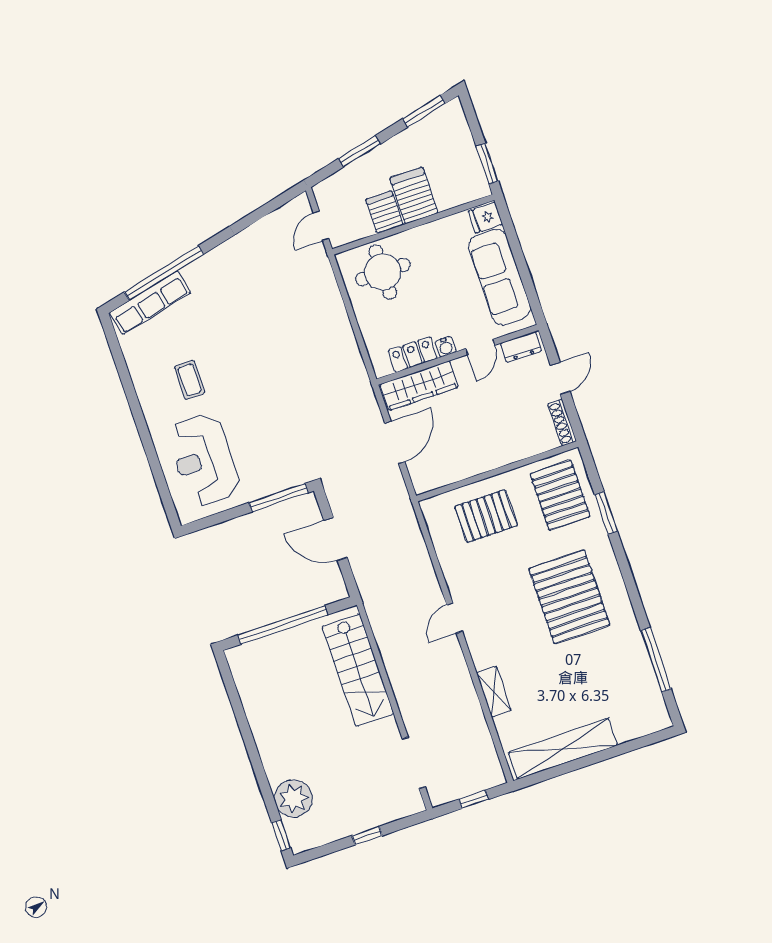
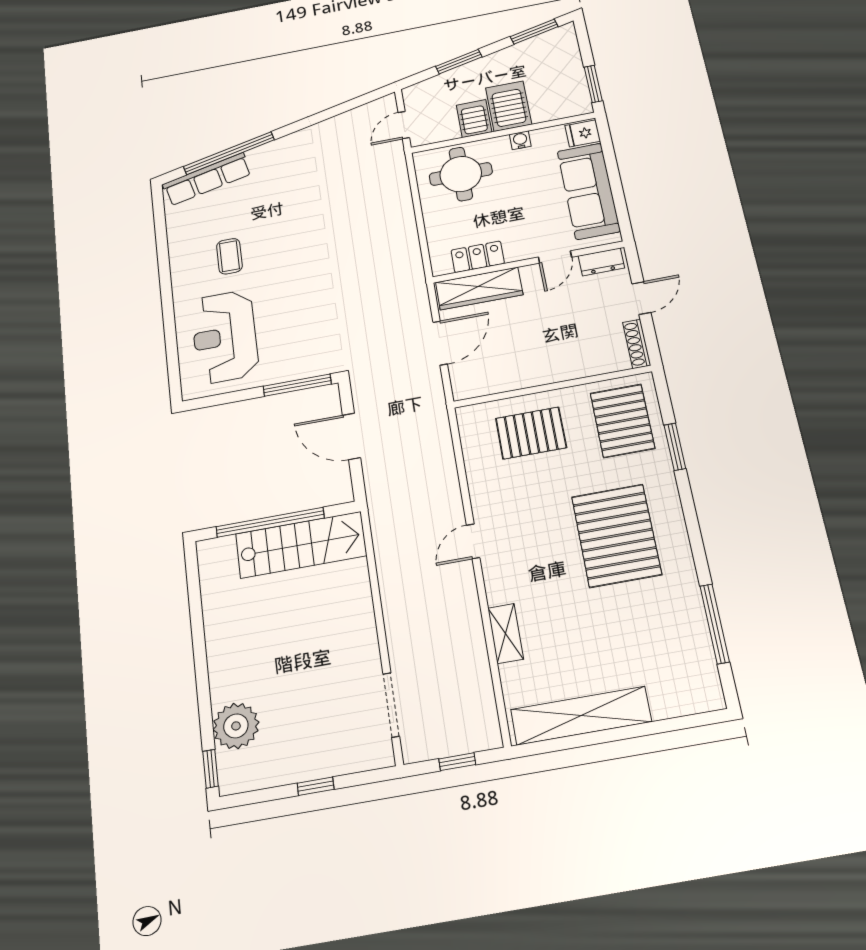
water cooler: (446, 347) -> (520, 140), moved, turned 180
stairs: (358, 670) -> (301, 545), moved, turned -90

